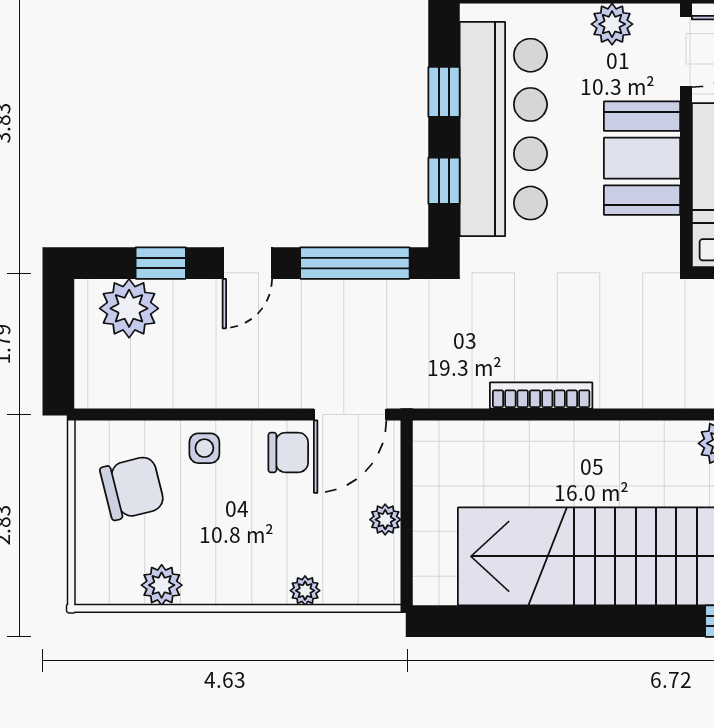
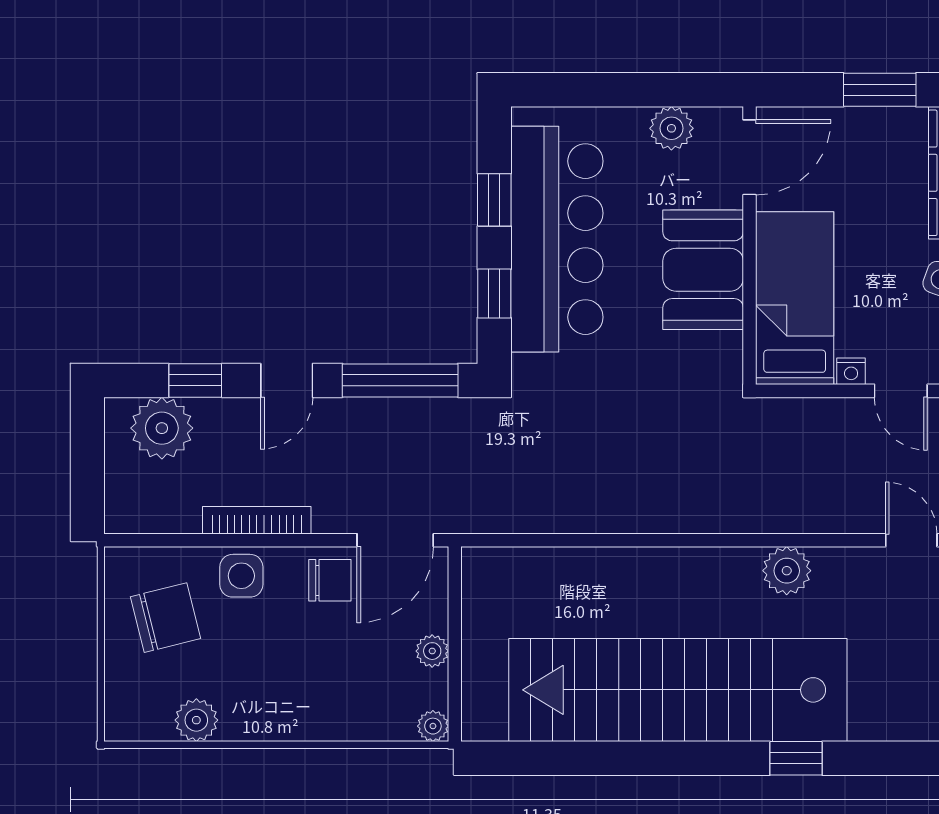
bookcase: (541, 396) -> (257, 520), moved
side table: (204, 448) -> (241, 576), width x1.37, depth x1.37
plant: (305, 591) -> (433, 726), moved

